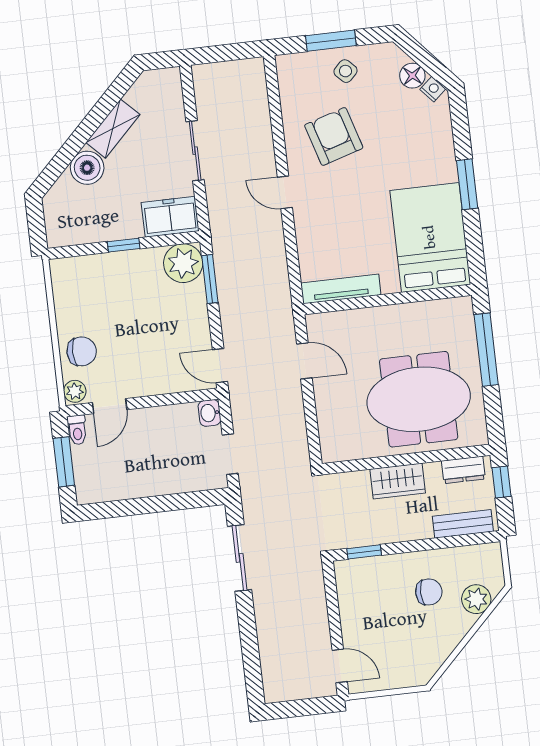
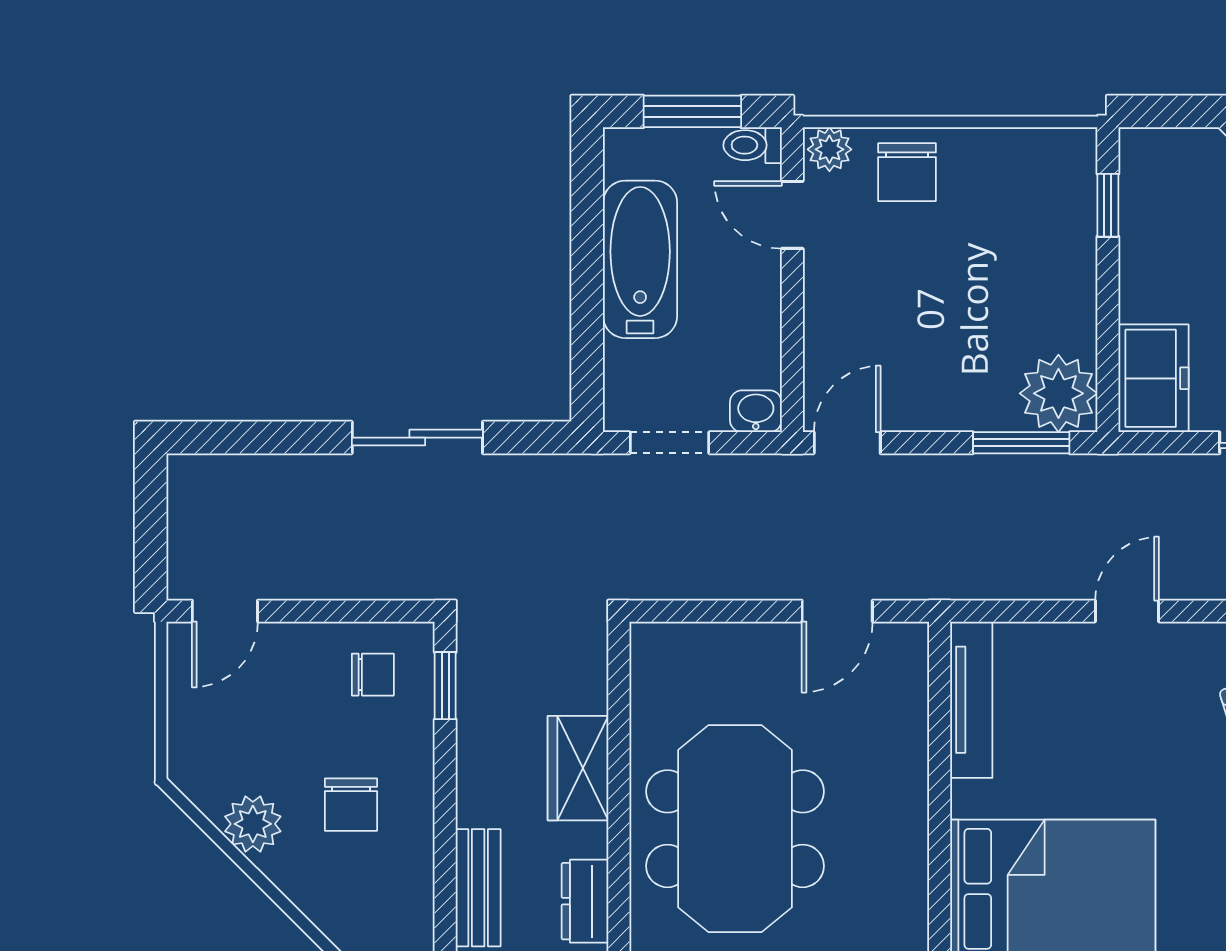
door: (285, 192) -> (1127, 611), moved
window: (124, 245) -> (1108, 205), moved
bathtub: (140, 479) -> (640, 259), added
sliding door: (240, 558) -> (417, 438), moved
chair: (363, 589) -> (373, 675), added
plant: (476, 599) -> (253, 824), moved

